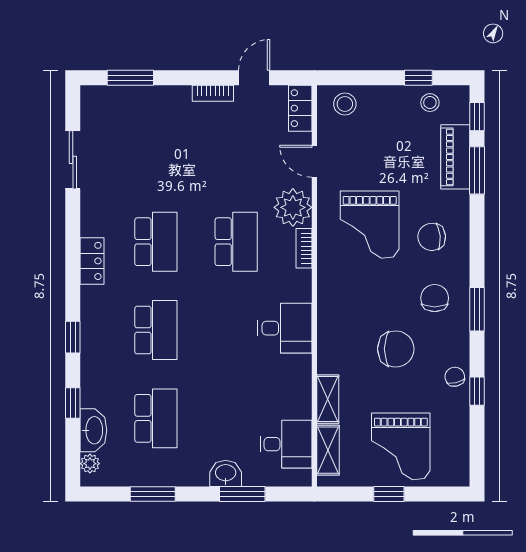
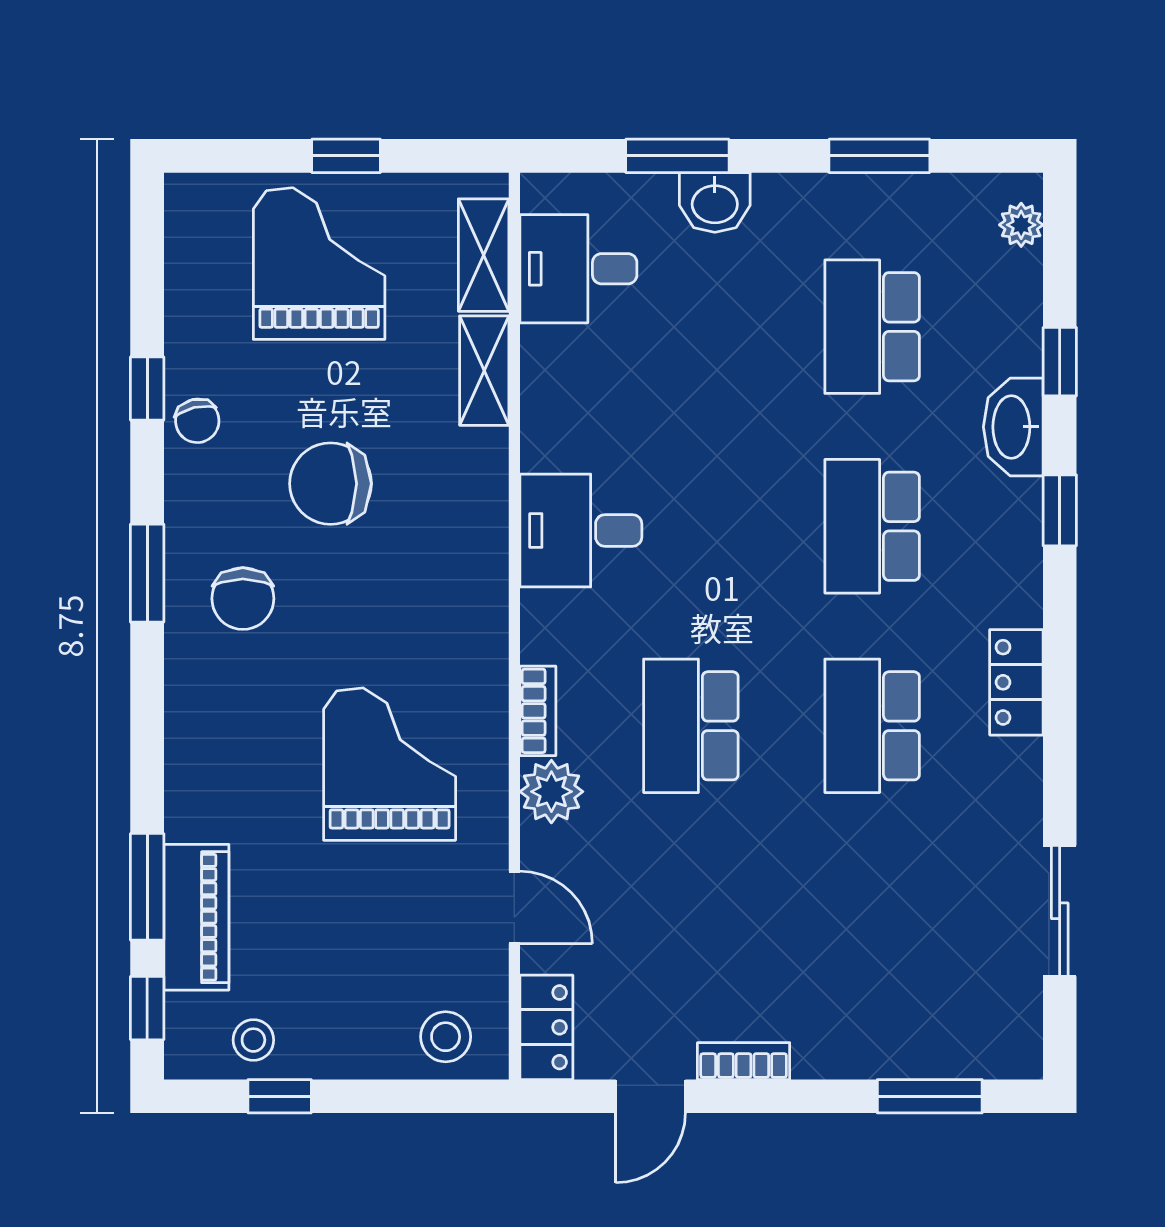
plant: (293, 207) -> (551, 792), width x0.73, depth x0.73
chair: (432, 237) -> (250, 737), removed
washbasin: (93, 430) -> (1013, 427), moved

